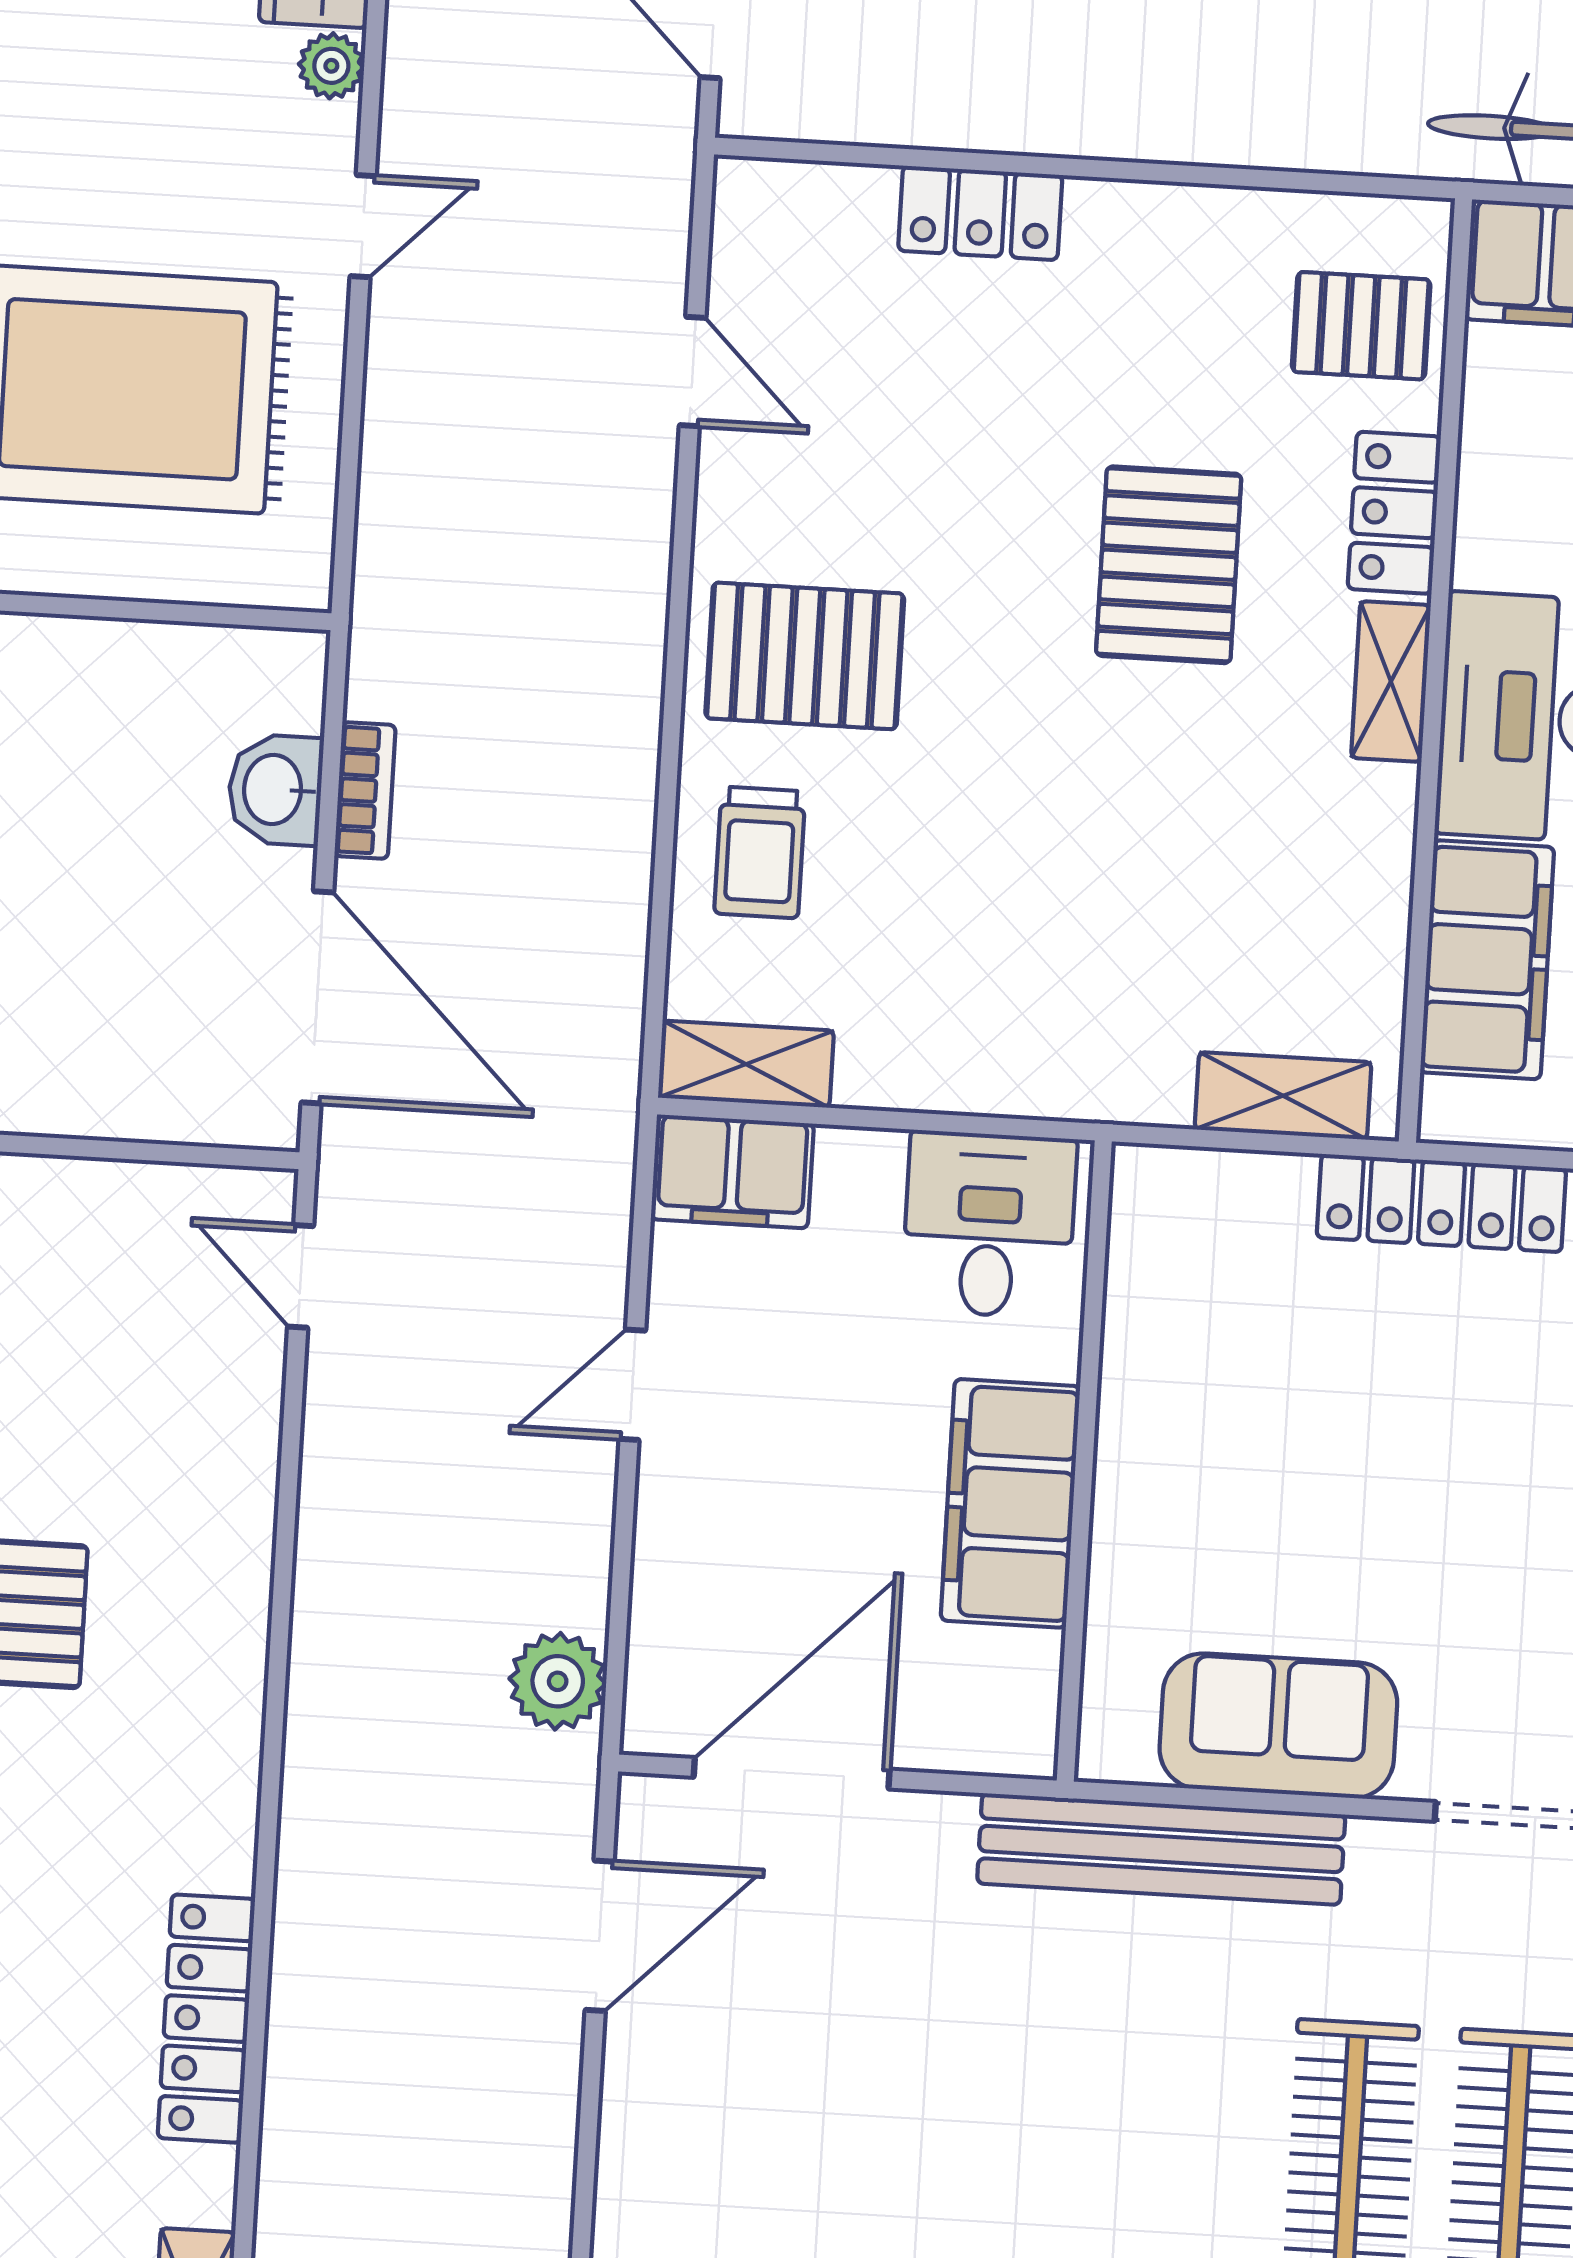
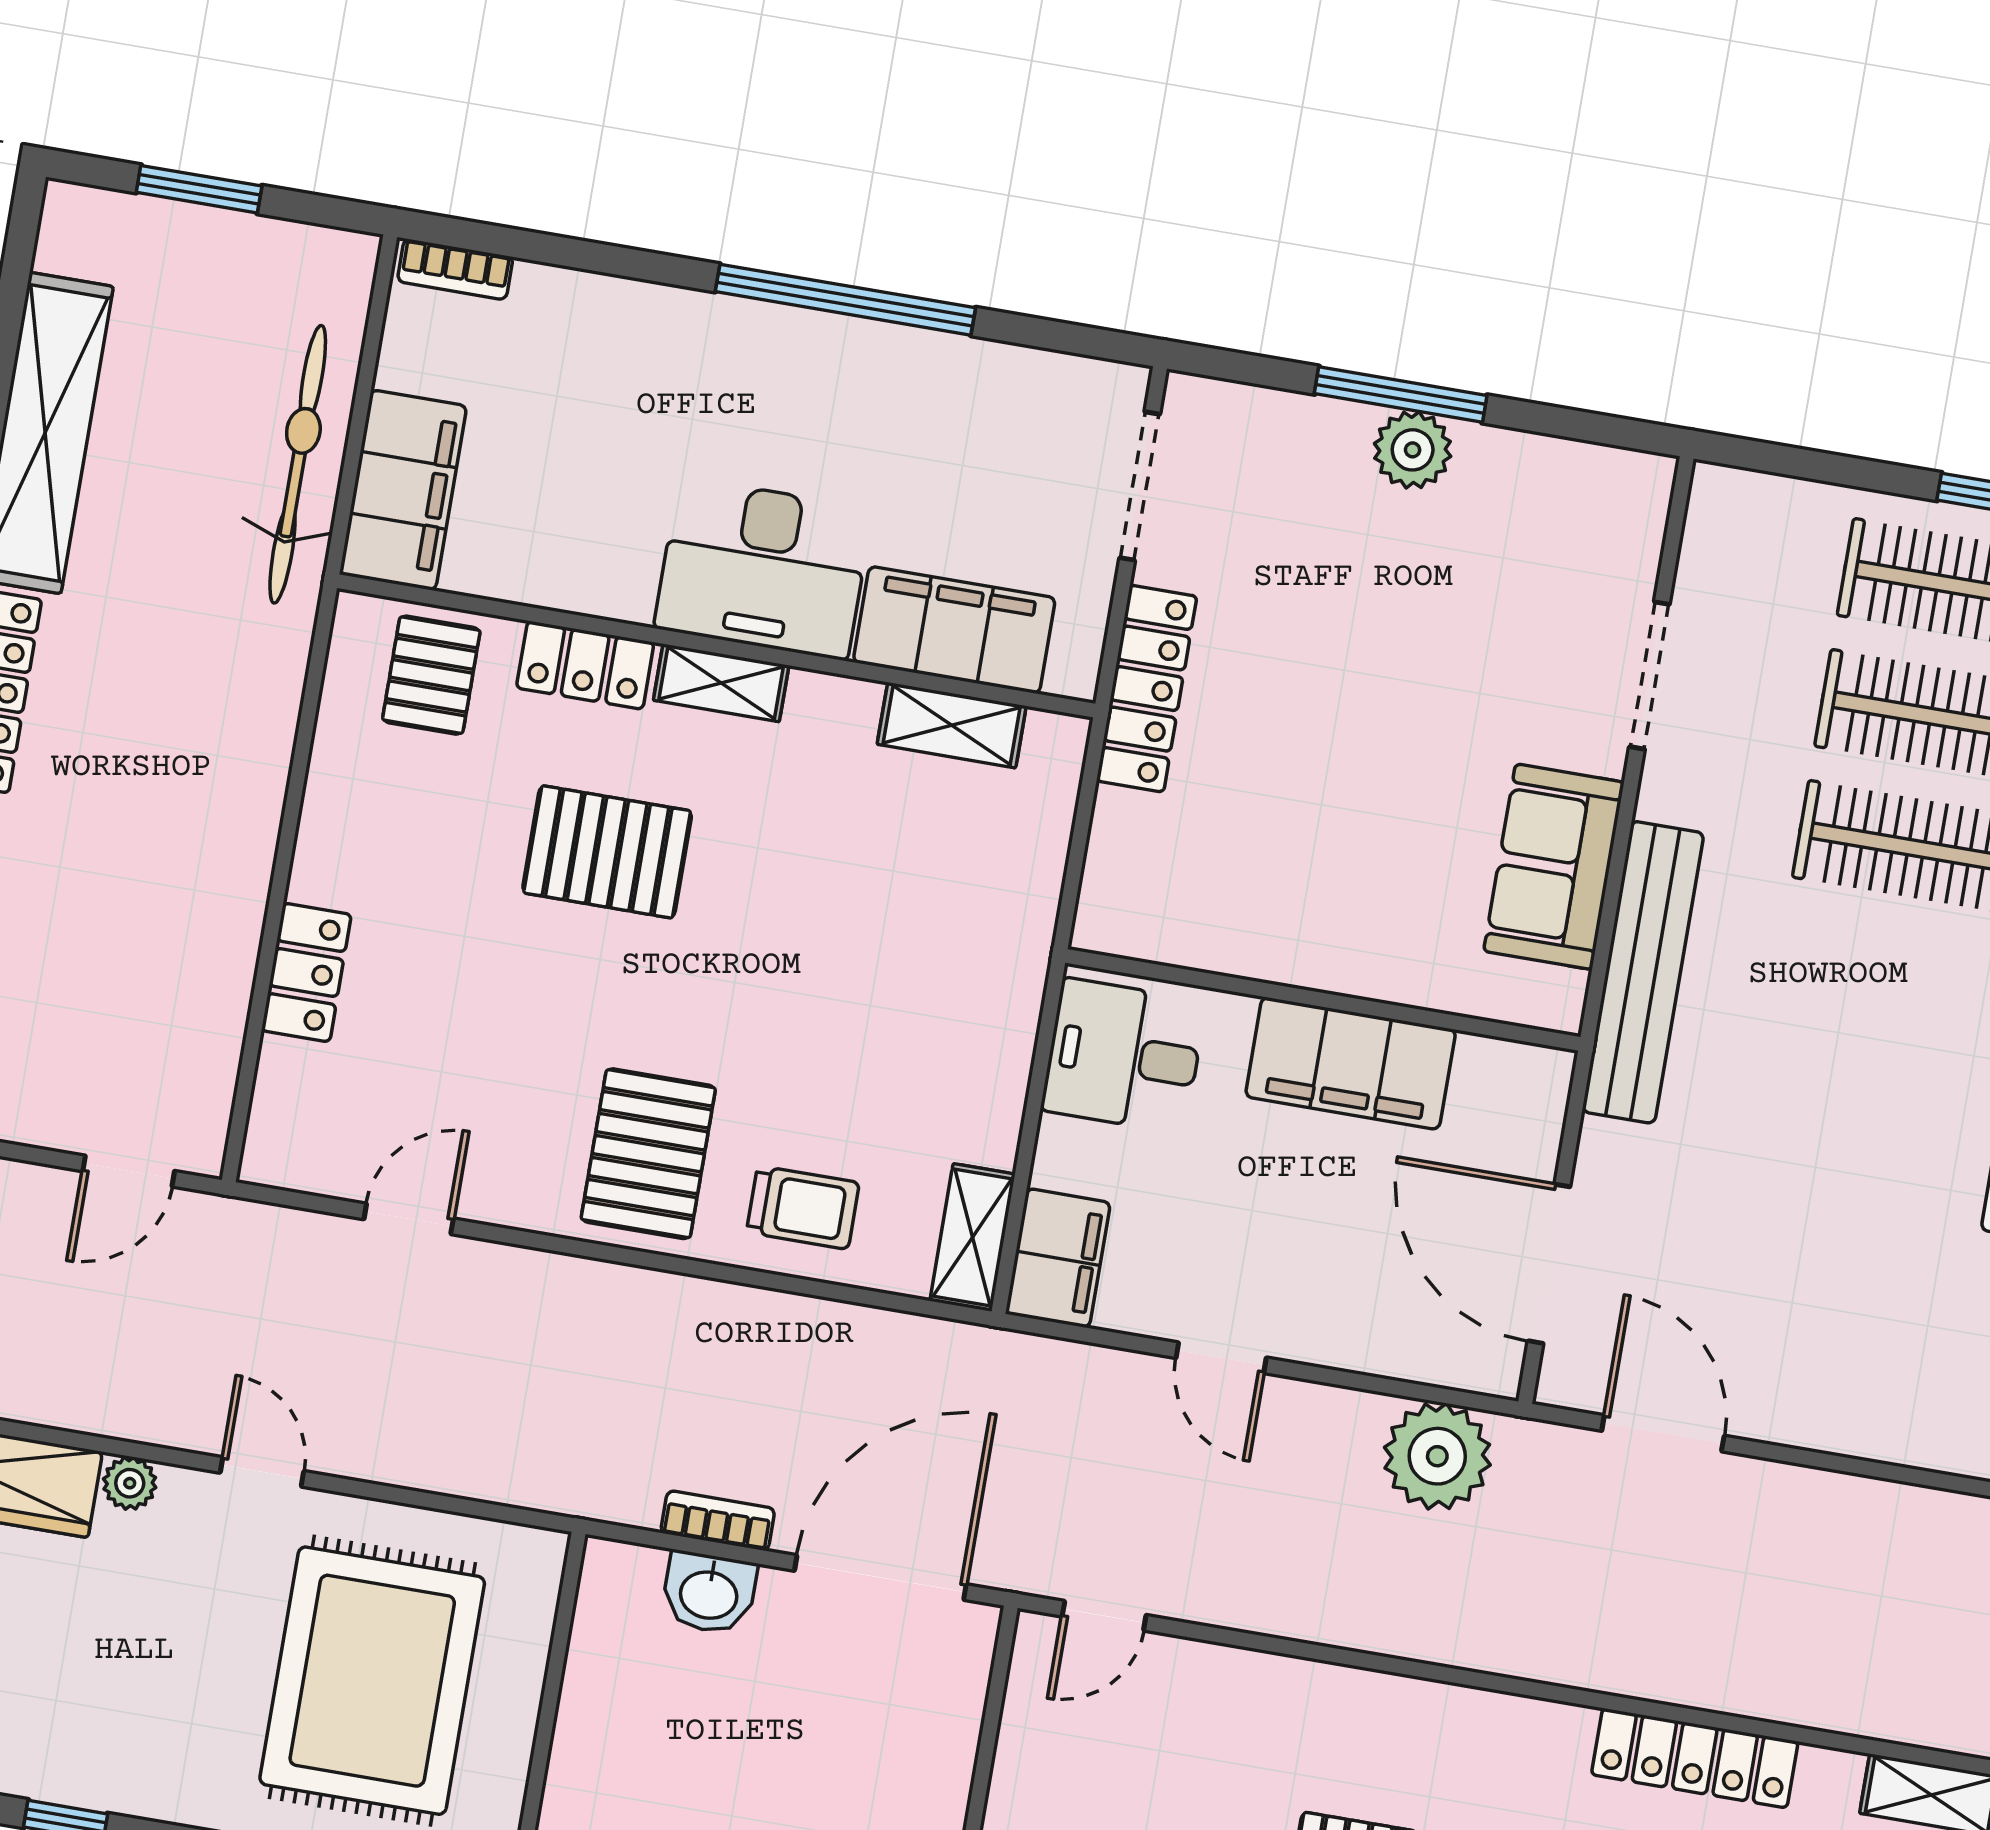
shelving: (1283, 1096) -> (952, 725), moved, turned 90
plant: (558, 1681) -> (1437, 1456), width x1.36, depth x1.36

